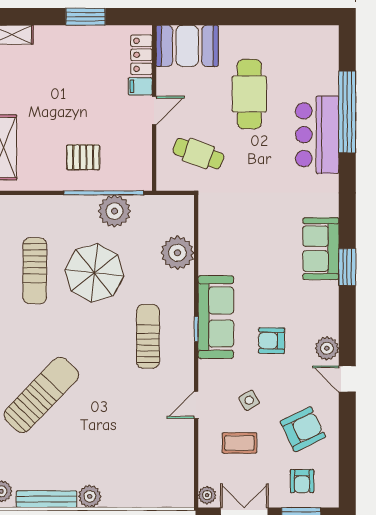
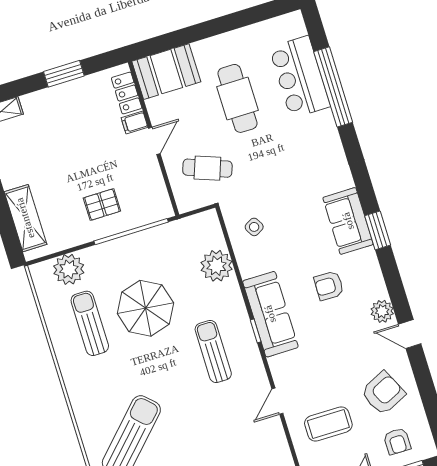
bar counter: (317, 135) -> (300, 77), moved
plant: (114, 211) -> (69, 269), moved
sun lounger: (35, 271) -> (90, 323), turned 180
armchair: (272, 341) -> (329, 286), moved
side table: (249, 400) -> (254, 227), moved
coffee table: (239, 443) -> (328, 424), width x1.36, depth x1.30

